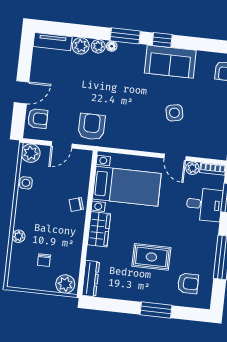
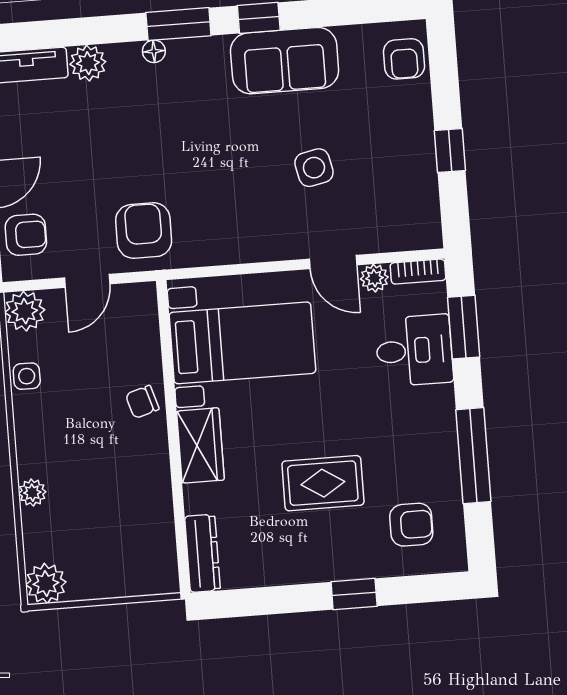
plant: (98, 46) -> (125, 57), removed
chair: (44, 260) -> (96, 533), removed
plant: (65, 284) -> (46, 583), moved
window: (156, 310) -> (354, 594), width x0.67

